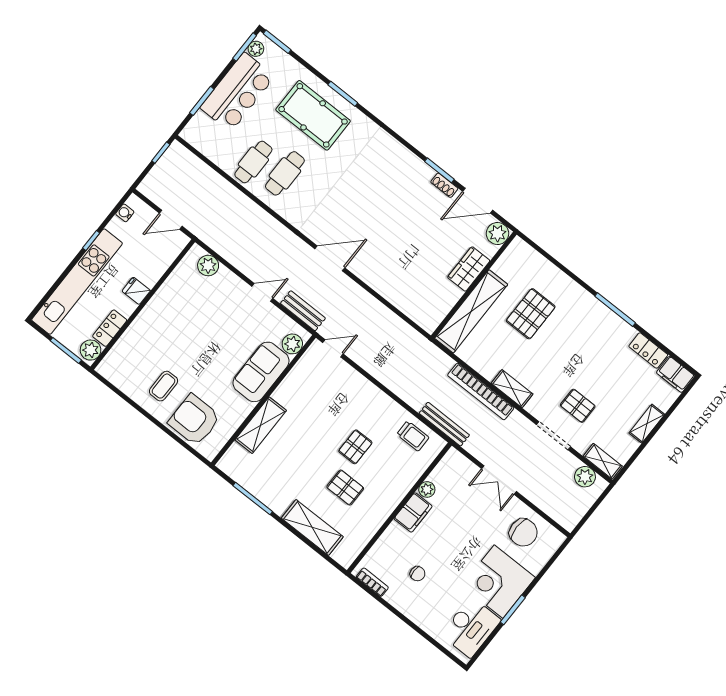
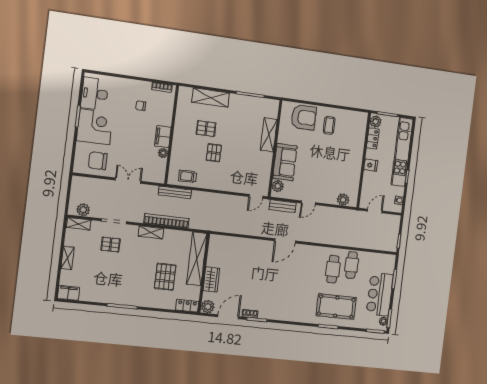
locker: (648, 351) -> (187, 306), moved

